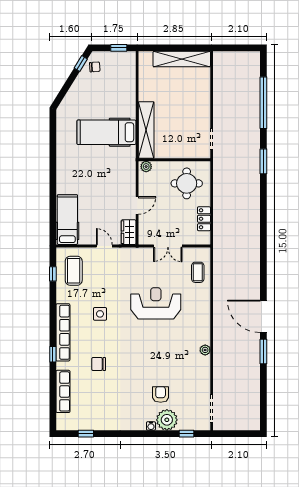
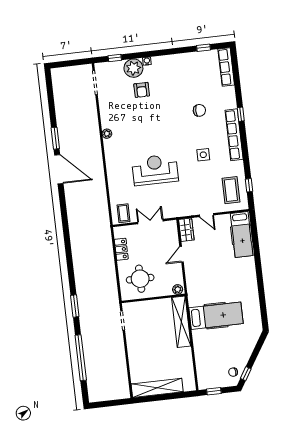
coffee table: (198, 272) -> (123, 213), moved
reception desk: (156, 303) -> (155, 170), turned 180
row of seats: (63, 391) -> (226, 67), moved

